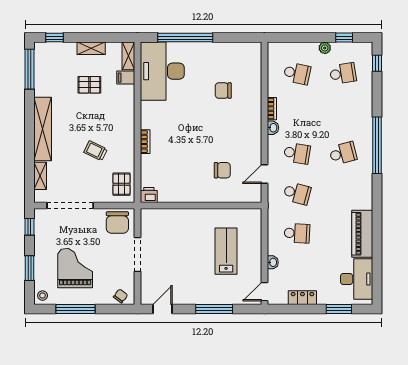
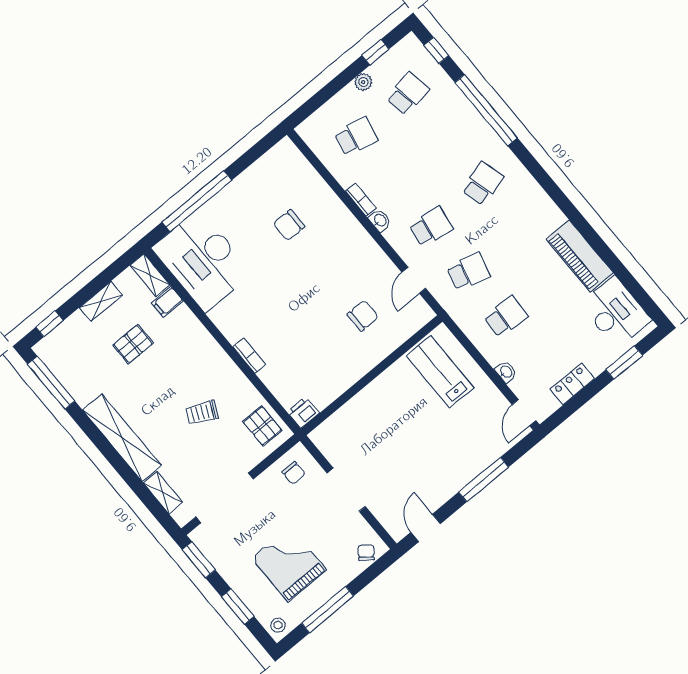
window: (377, 145) -> (486, 110), moved
chair: (117, 222) -> (294, 473), width x0.54, depth x0.54
window: (30, 227) -> (199, 560), width x1.50
lab bench: (226, 251) -> (440, 372), moved

